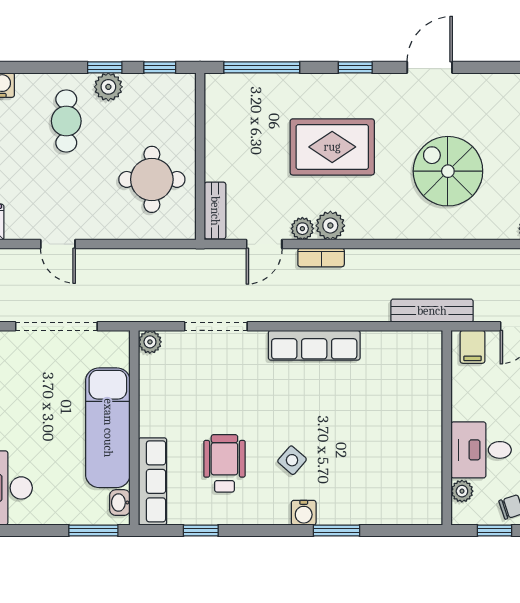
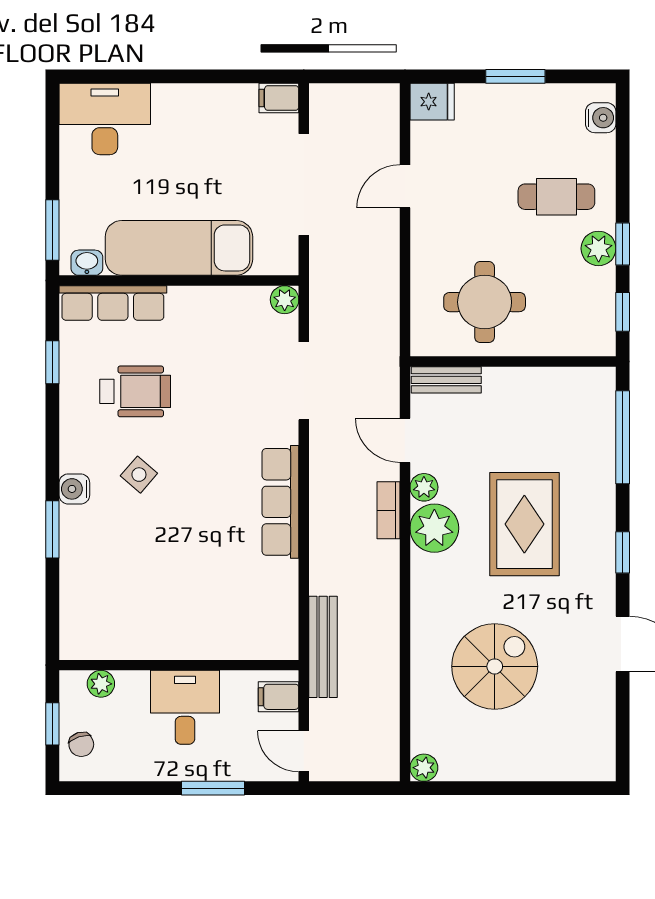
plant: (330, 226) -> (434, 528), width x1.36, depth x1.36
desk: (481, 450) -> (185, 707), moved

